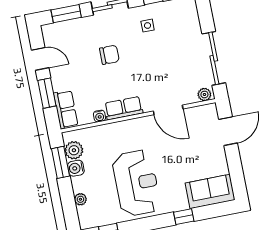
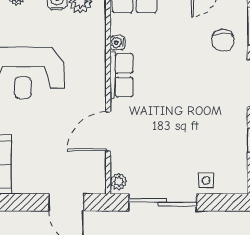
side table: (148, 26) -> (206, 180), moved
chair: (109, 55) -> (223, 40), moved

